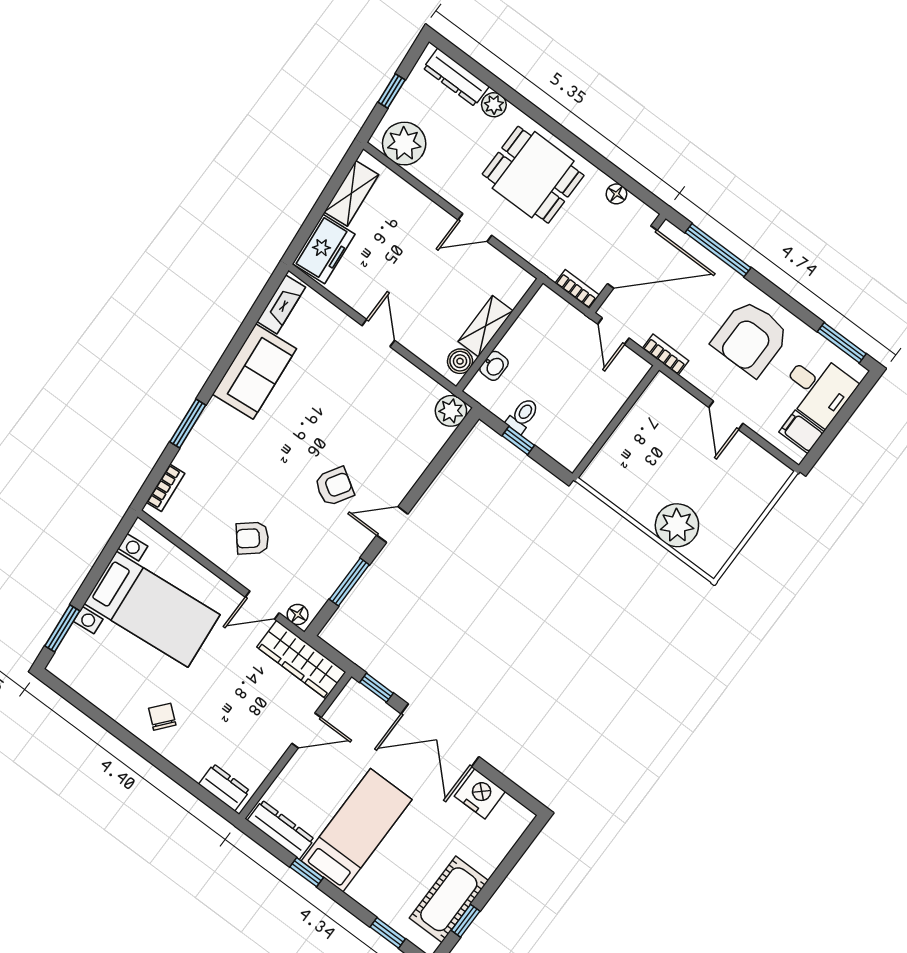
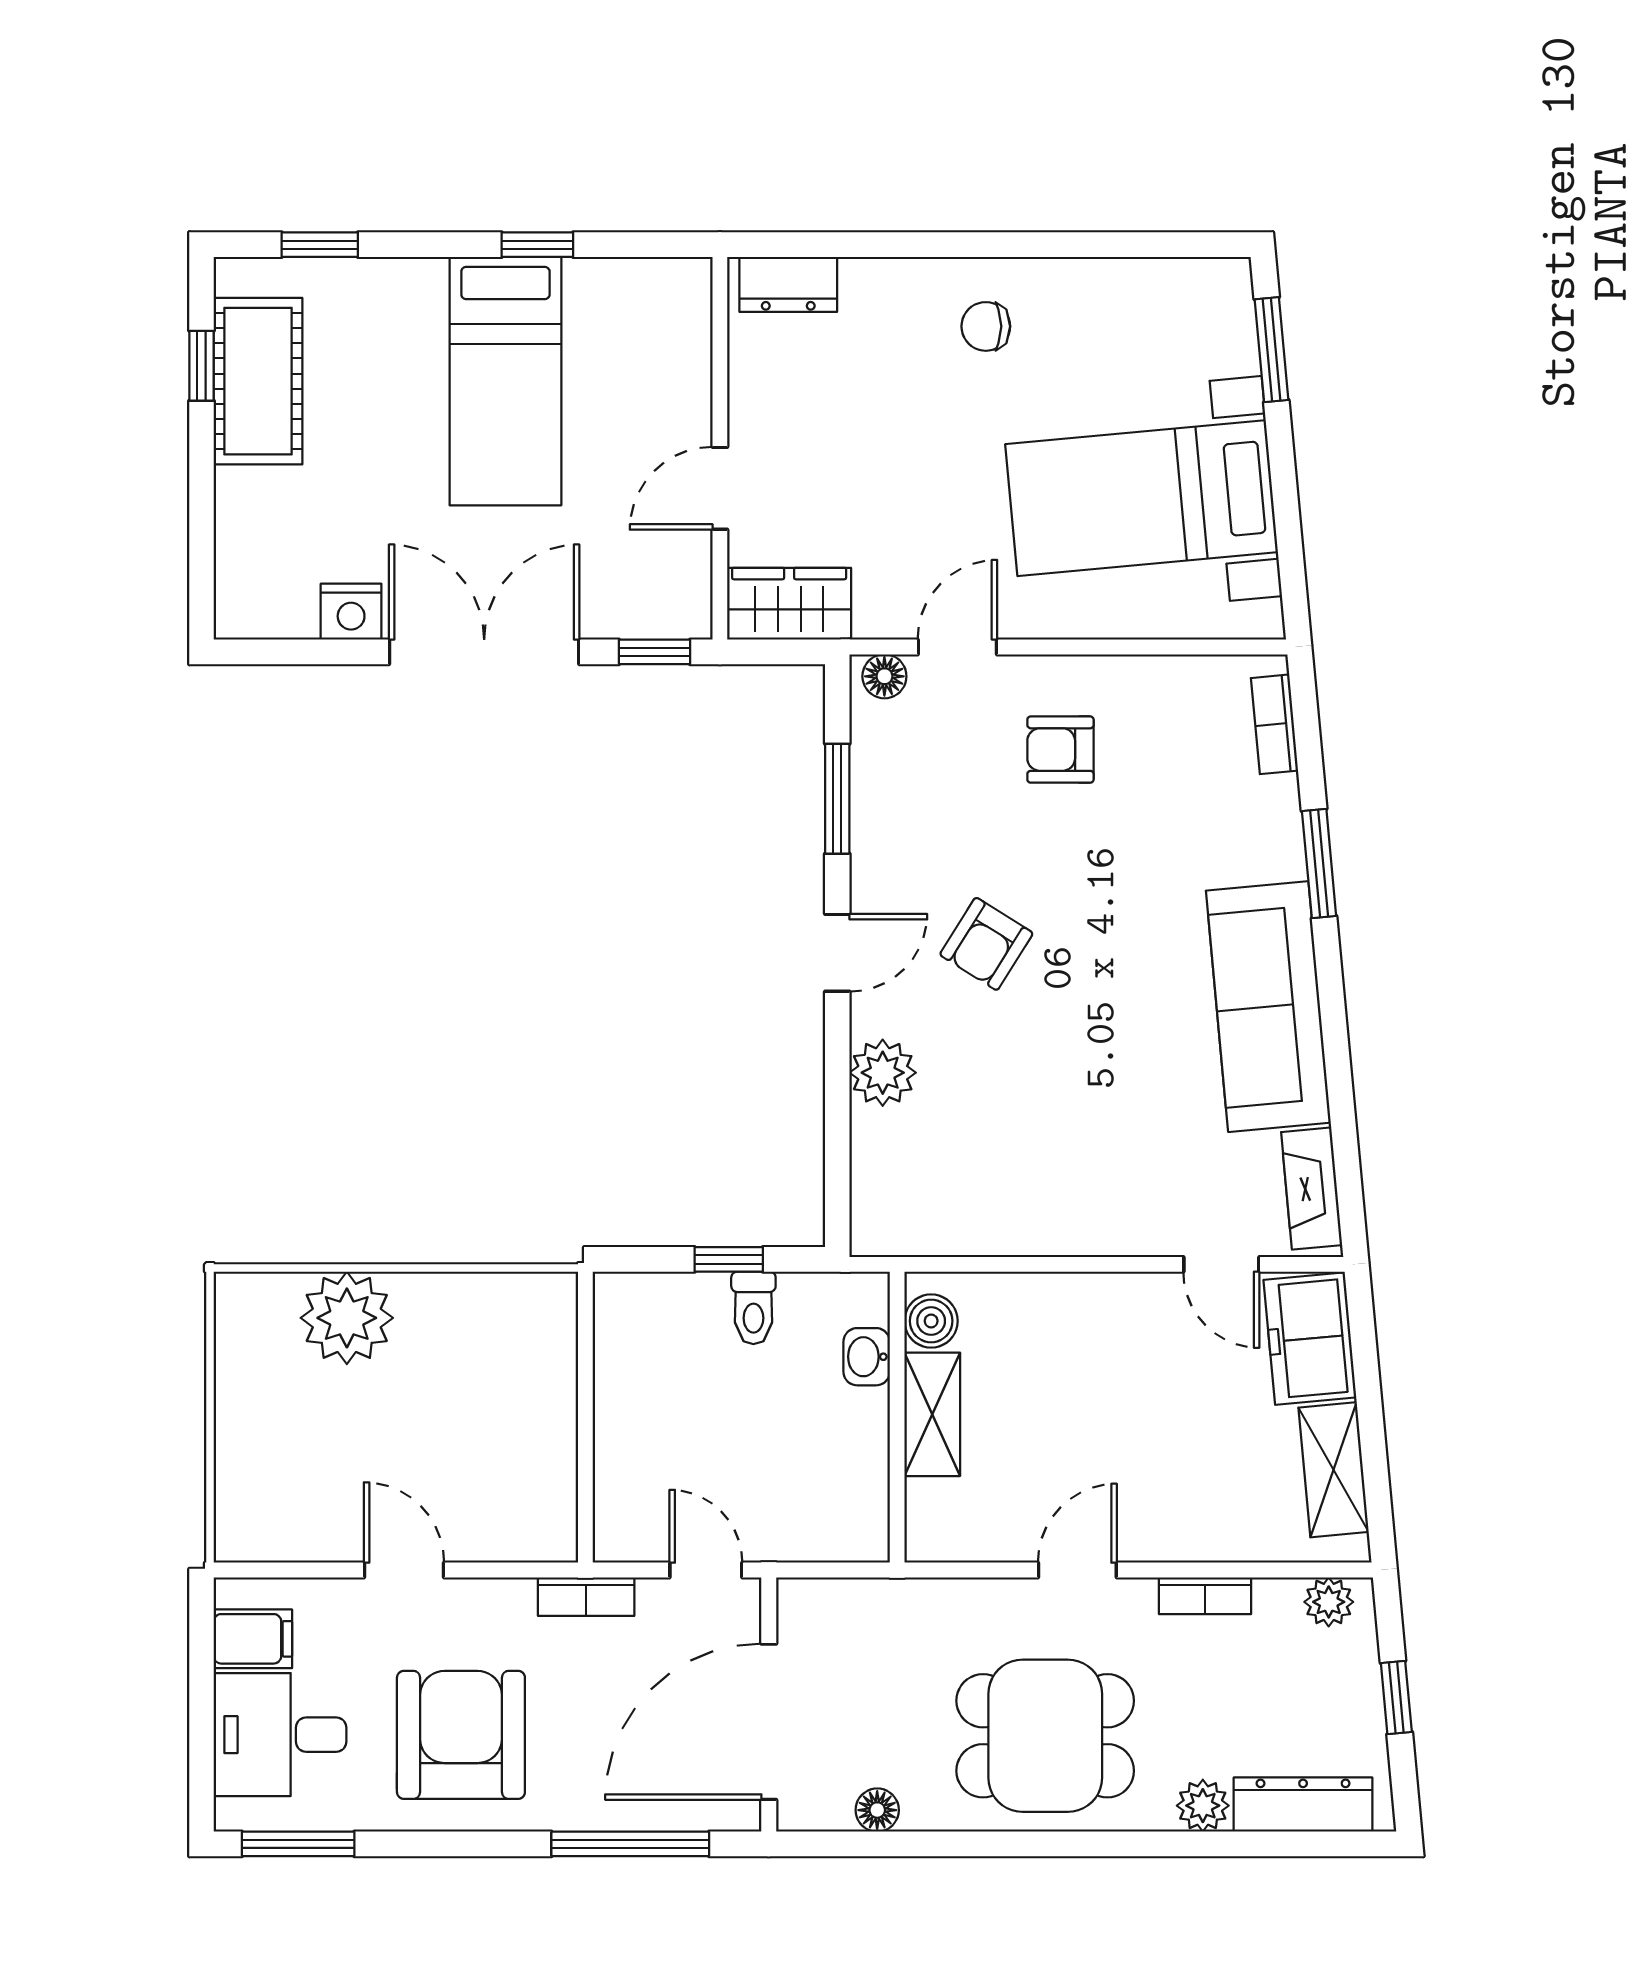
plant: (404, 144) -> (1329, 1602), width x0.53, depth x0.53
bookcase: (577, 289) -> (1205, 1596), moved
door: (378, 333) -> (1221, 1264), moved
sofa: (254, 372) -> (1268, 1007), width x1.36
plant: (451, 411) -> (883, 1073), moved
armchair: (252, 538) -> (1060, 750), turned -140
wardrobe: (301, 660) -> (789, 604), width x0.67
chair: (162, 717) -> (986, 326), turned 140
nightstand: (480, 794) -> (351, 612), width x0.74, depth x0.75
dresser: (281, 830) -> (636, 284), removed

